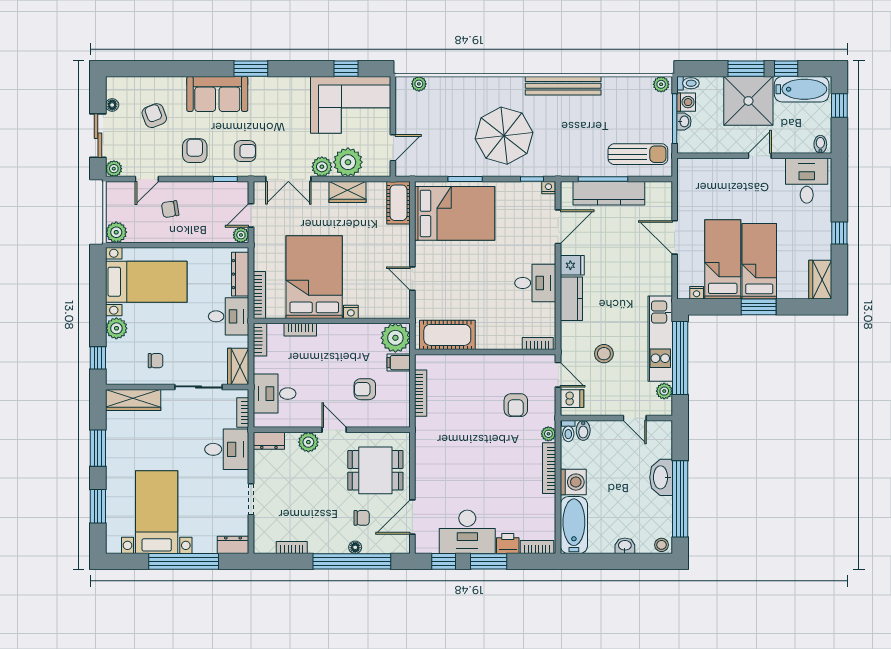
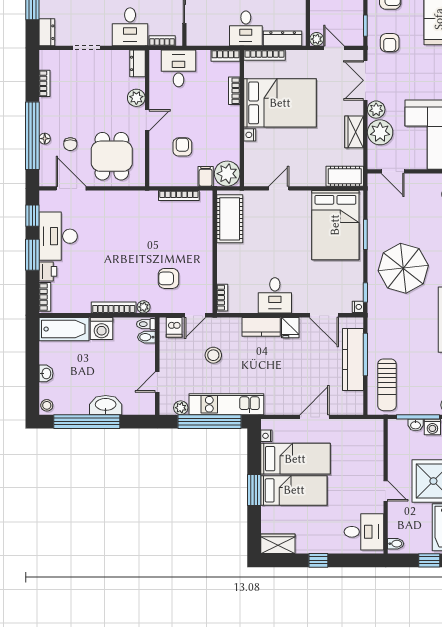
wardrobe: (238, 366) -> (202, 37), removed

